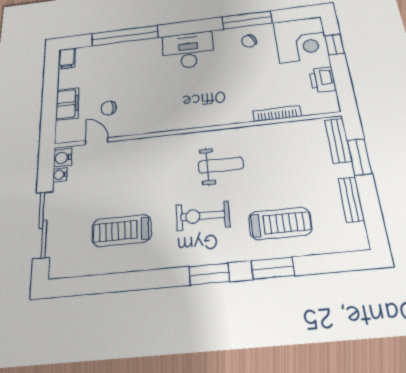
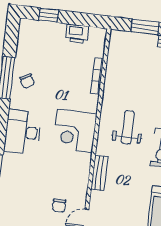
corner desk: (301, 40) -> (75, 131), moved, turned 180
bench: (338, 141) -> (99, 173), moved, turned 90

